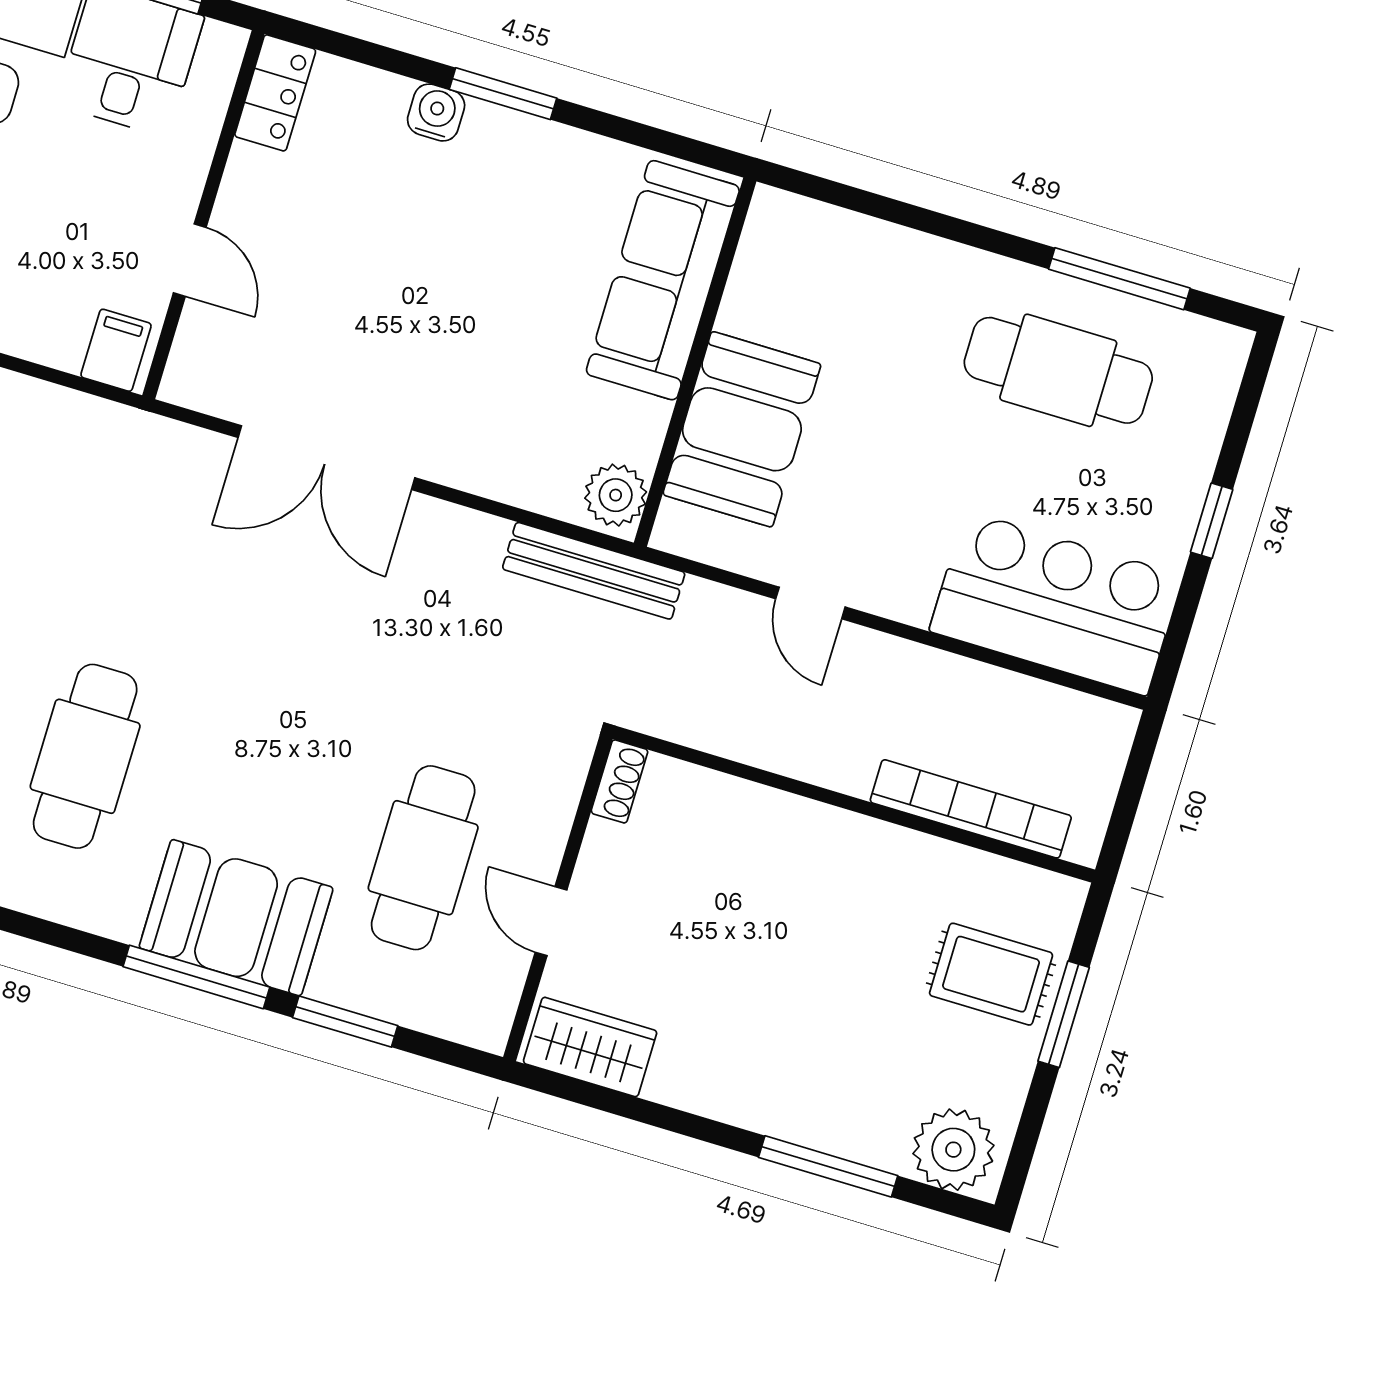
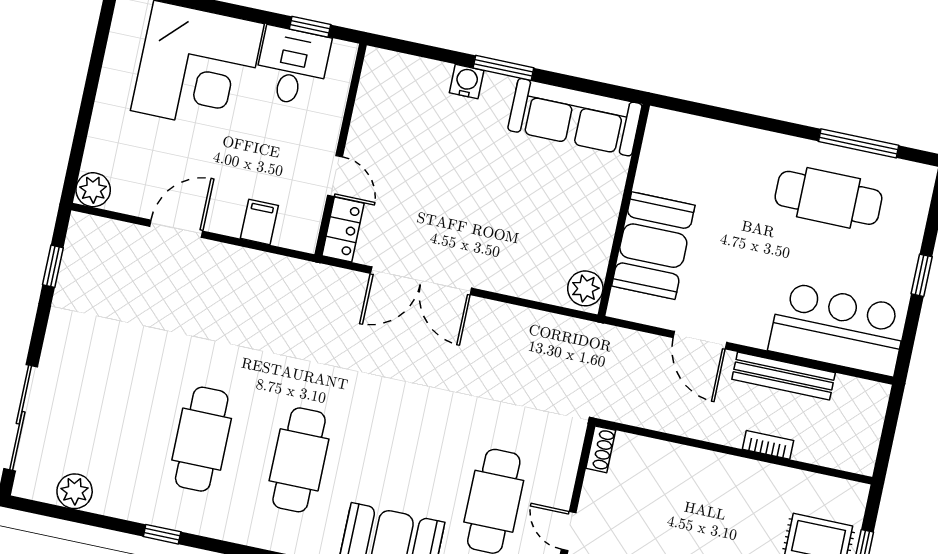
locker: (275, 93) -> (343, 230), moved
sofa: (663, 280) -> (575, 117), moved, turned -90
filing cabinet: (116, 350) -> (259, 222), moved
bench: (594, 571) -> (784, 376), moved
door: (810, 603) -> (700, 340), width x1.38
bookcase: (971, 809) -> (768, 445), width x0.43, depth x0.76

